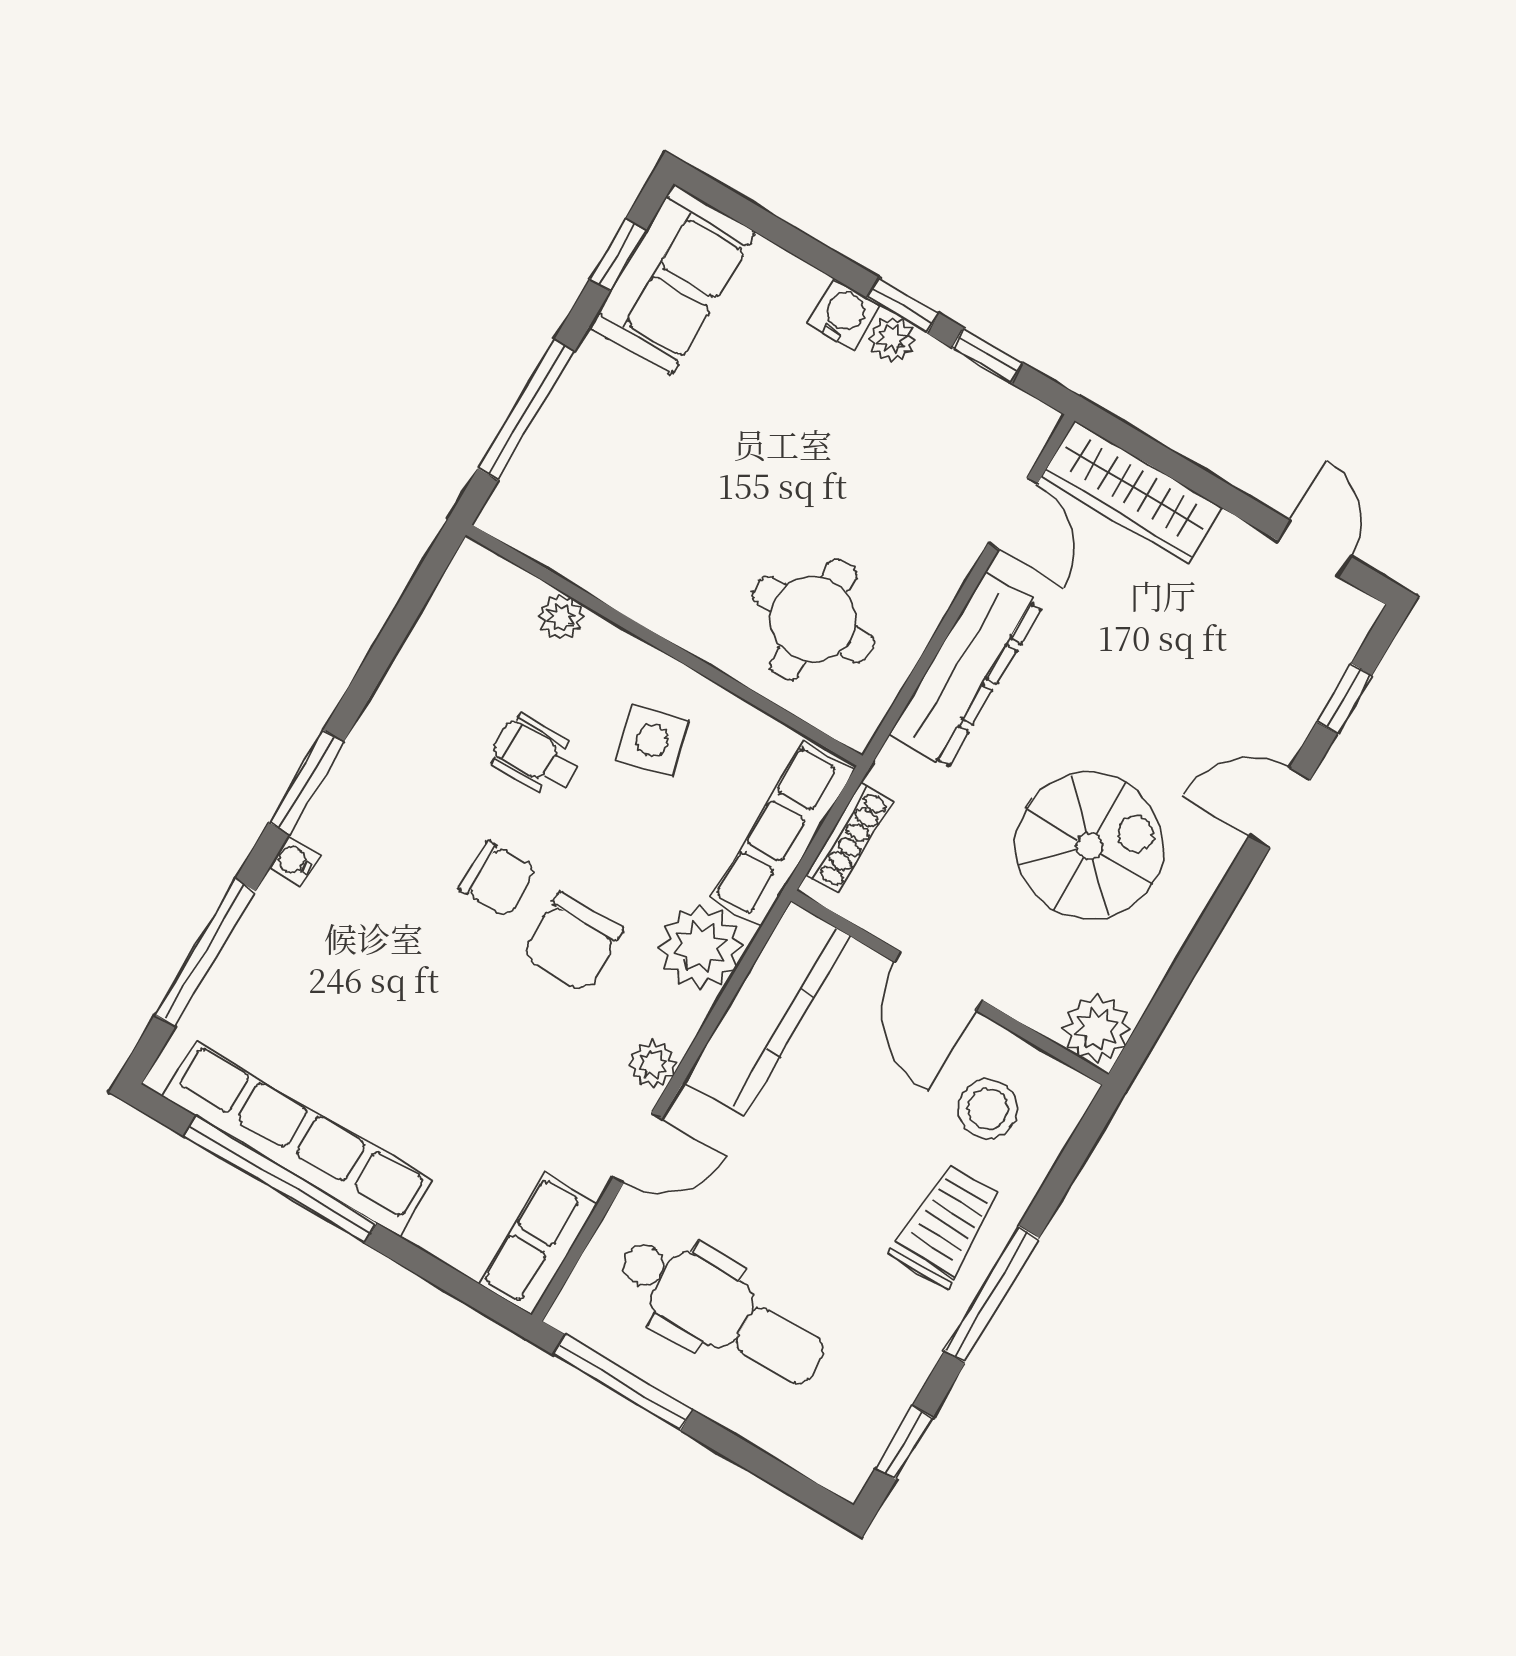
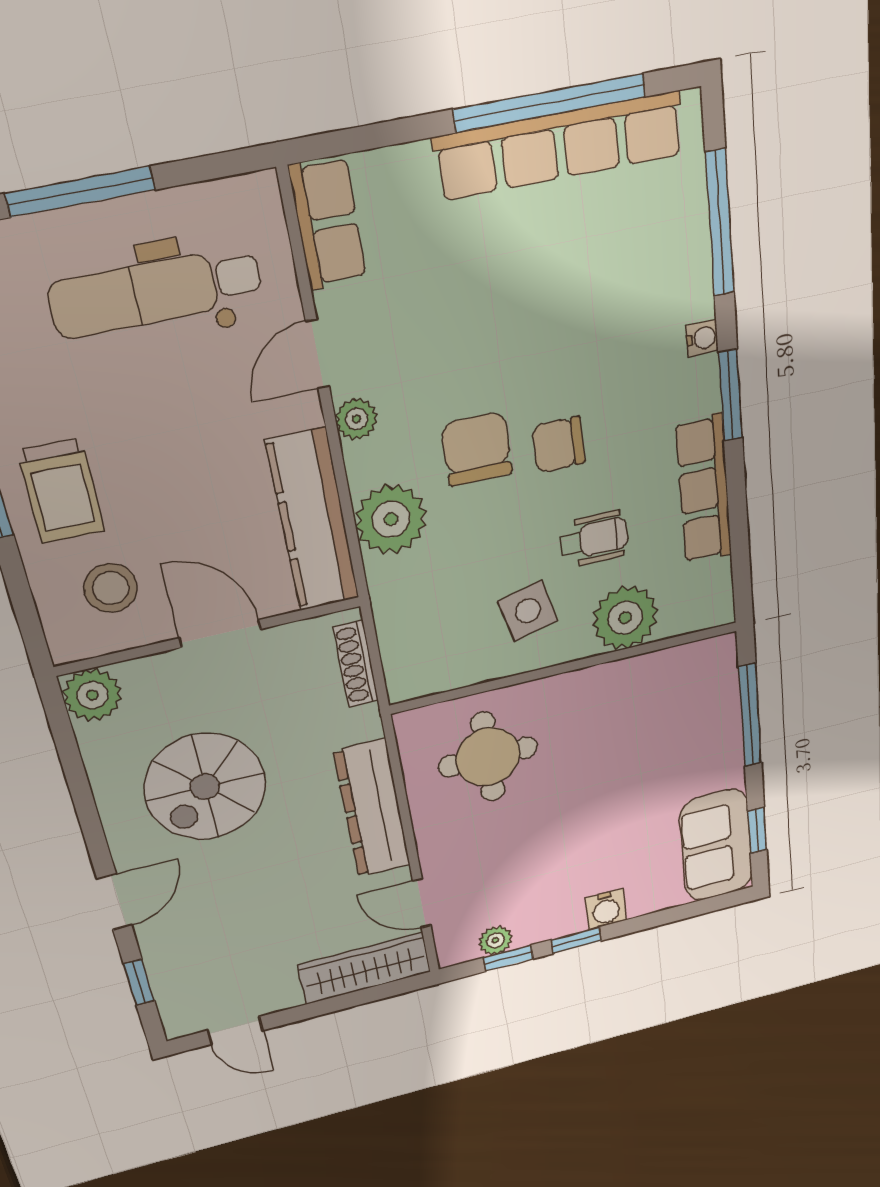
plant: (892, 339) -> (495, 940), moved
plant: (561, 617) -> (625, 618), width x1.88, depth x1.88
row of seats: (782, 834) -> (704, 490), moved, turned 180
window: (623, 1382) -> (80, 192), moved

